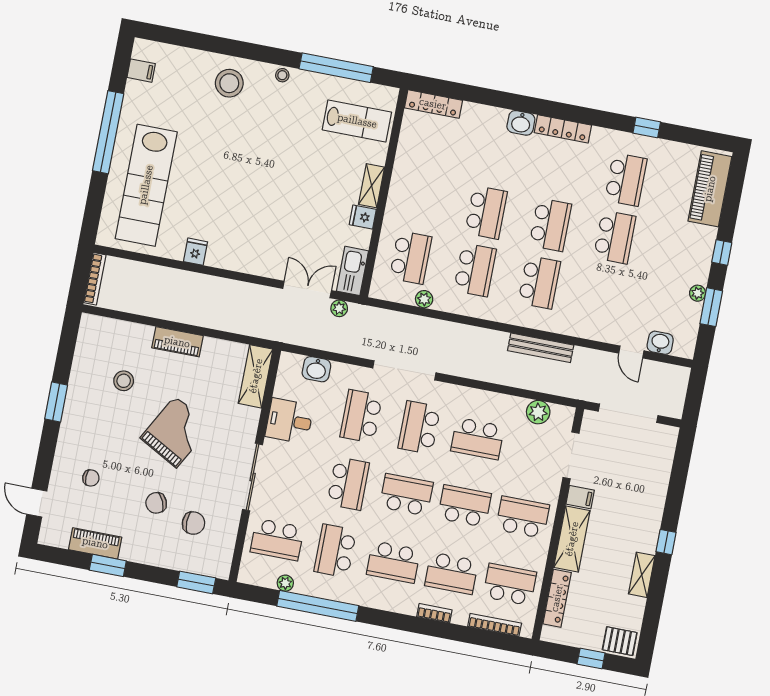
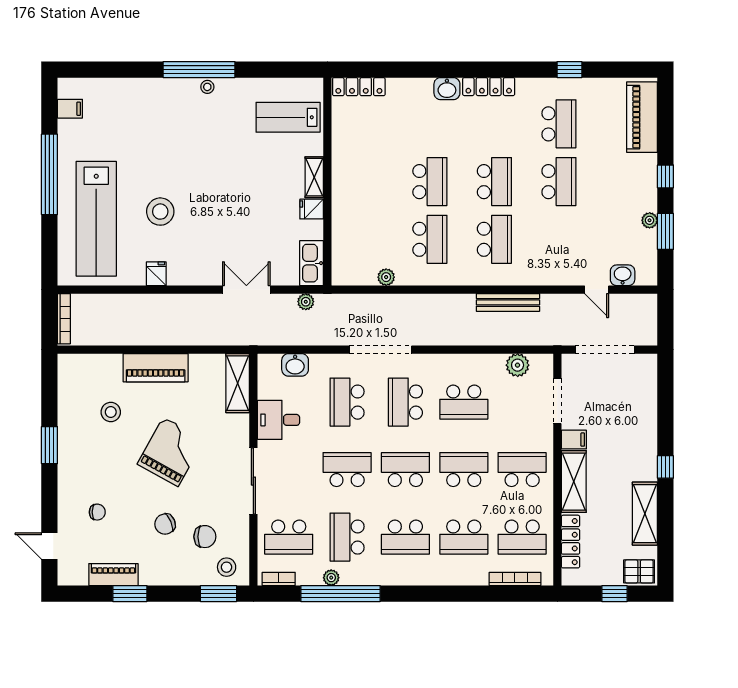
window: (336, 68) -> (199, 70), moved
stool: (229, 83) -> (160, 212), moved
lab bench: (357, 121) -> (288, 117), turned 180
school desk: (411, 257) -> (365, 239), removed
double door: (307, 290) -> (246, 290), moved
piano: (177, 342) -> (156, 368), width x1.37, depth x1.33
school desk: (348, 484) -> (347, 470), turned -90
stool: (209, 558) -> (227, 567), added
shelving: (642, 575) -> (645, 514), width x1.50, depth x1.33
plant: (285, 583) -> (331, 578), moved
school desk: (510, 584) -> (522, 537), turned 180
bookcase: (434, 613) -> (279, 579), moved

